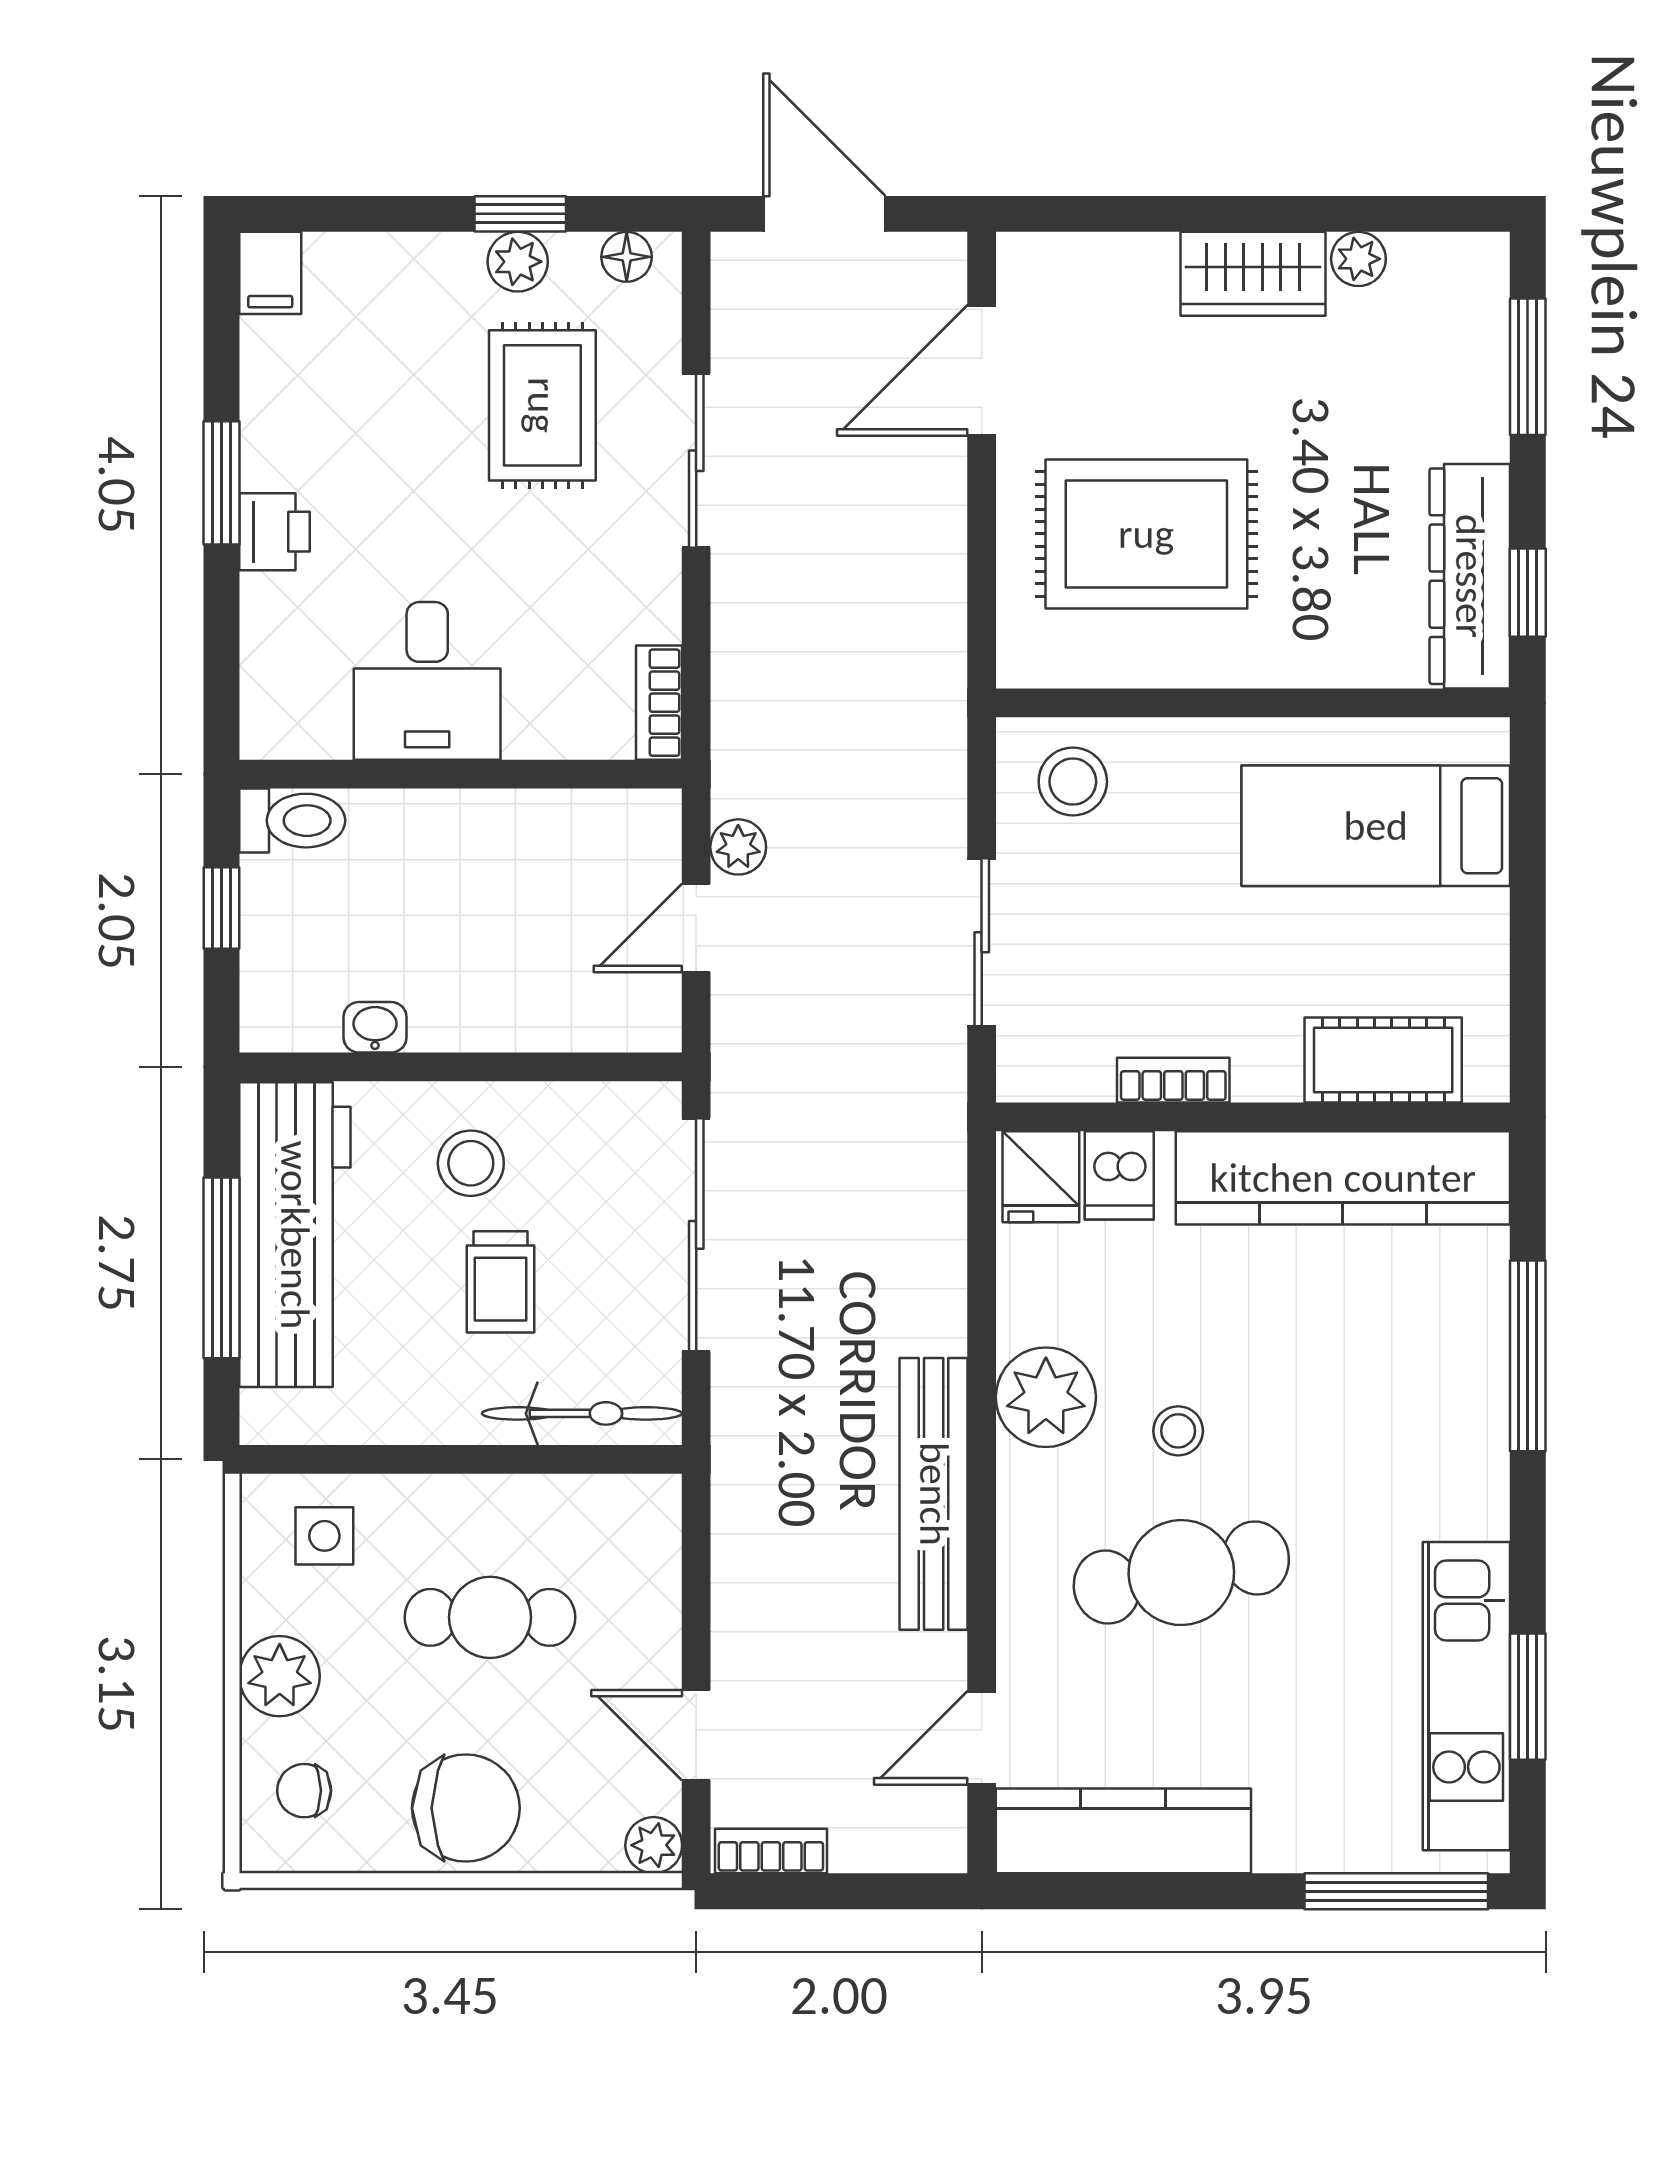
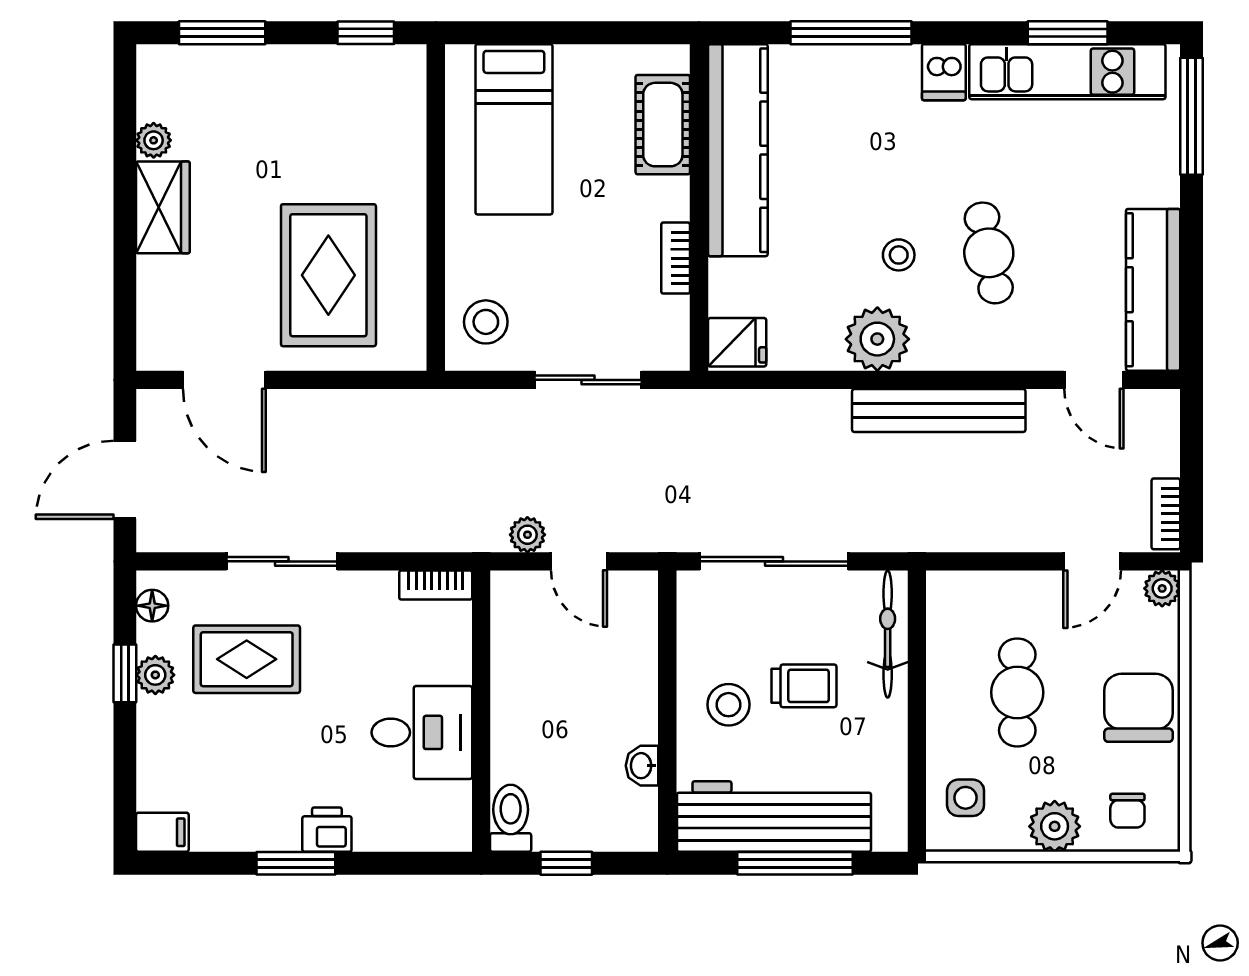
dresser: (1470, 576) -> (355, 69), removed
dishwasher: (1119, 1175) -> (944, 72), moved, turned 90
cafe table: (1181, 1573) -> (989, 253), width x0.73, depth x0.74

